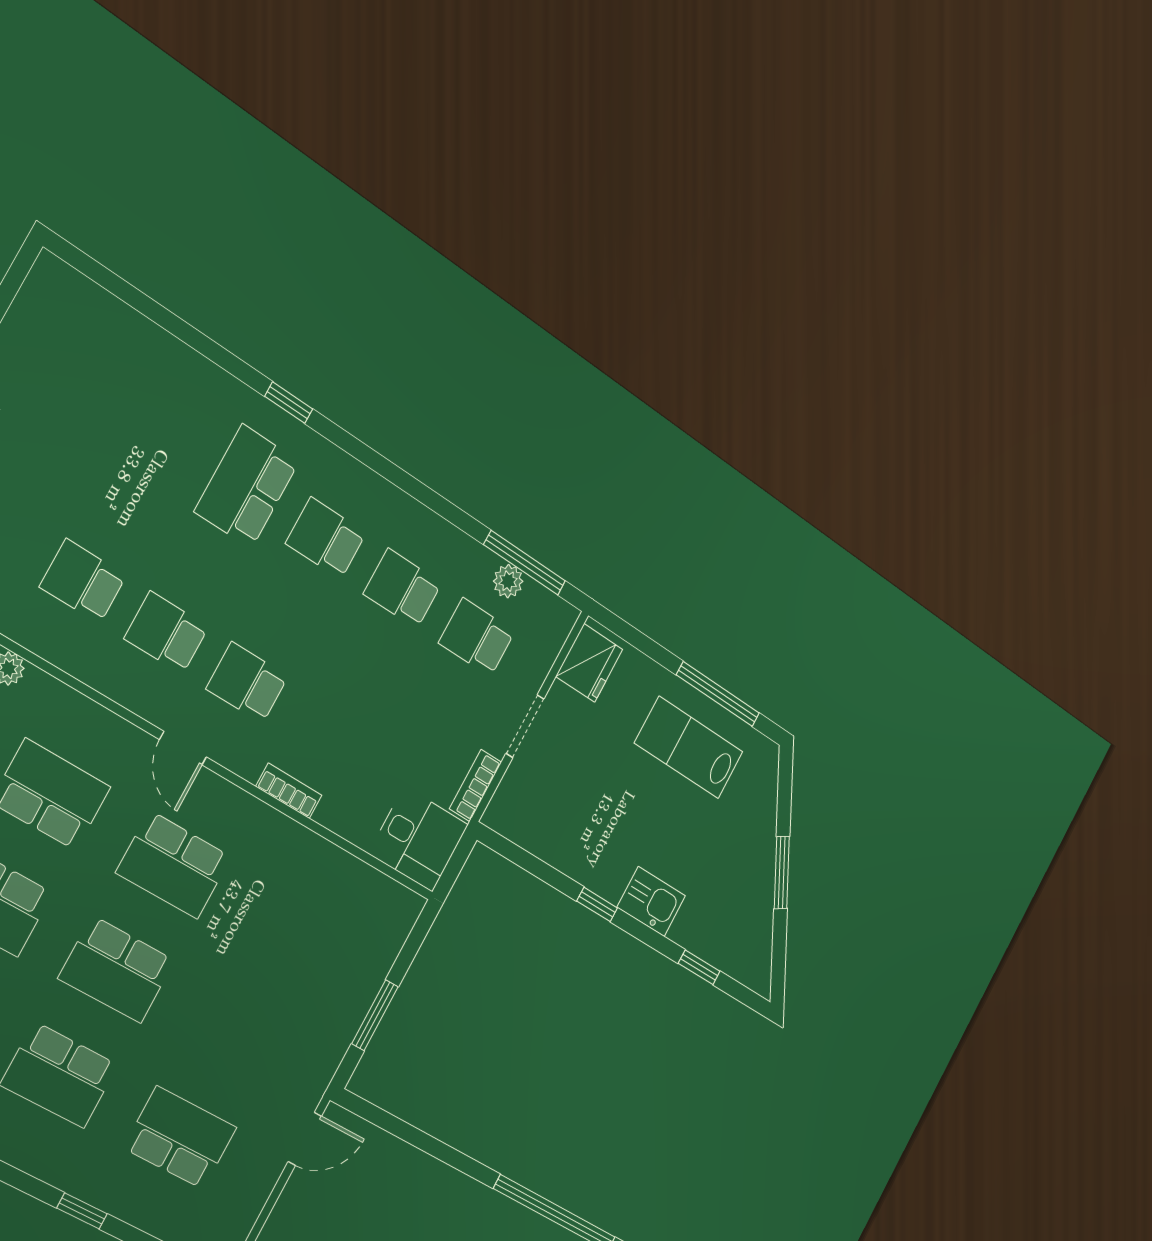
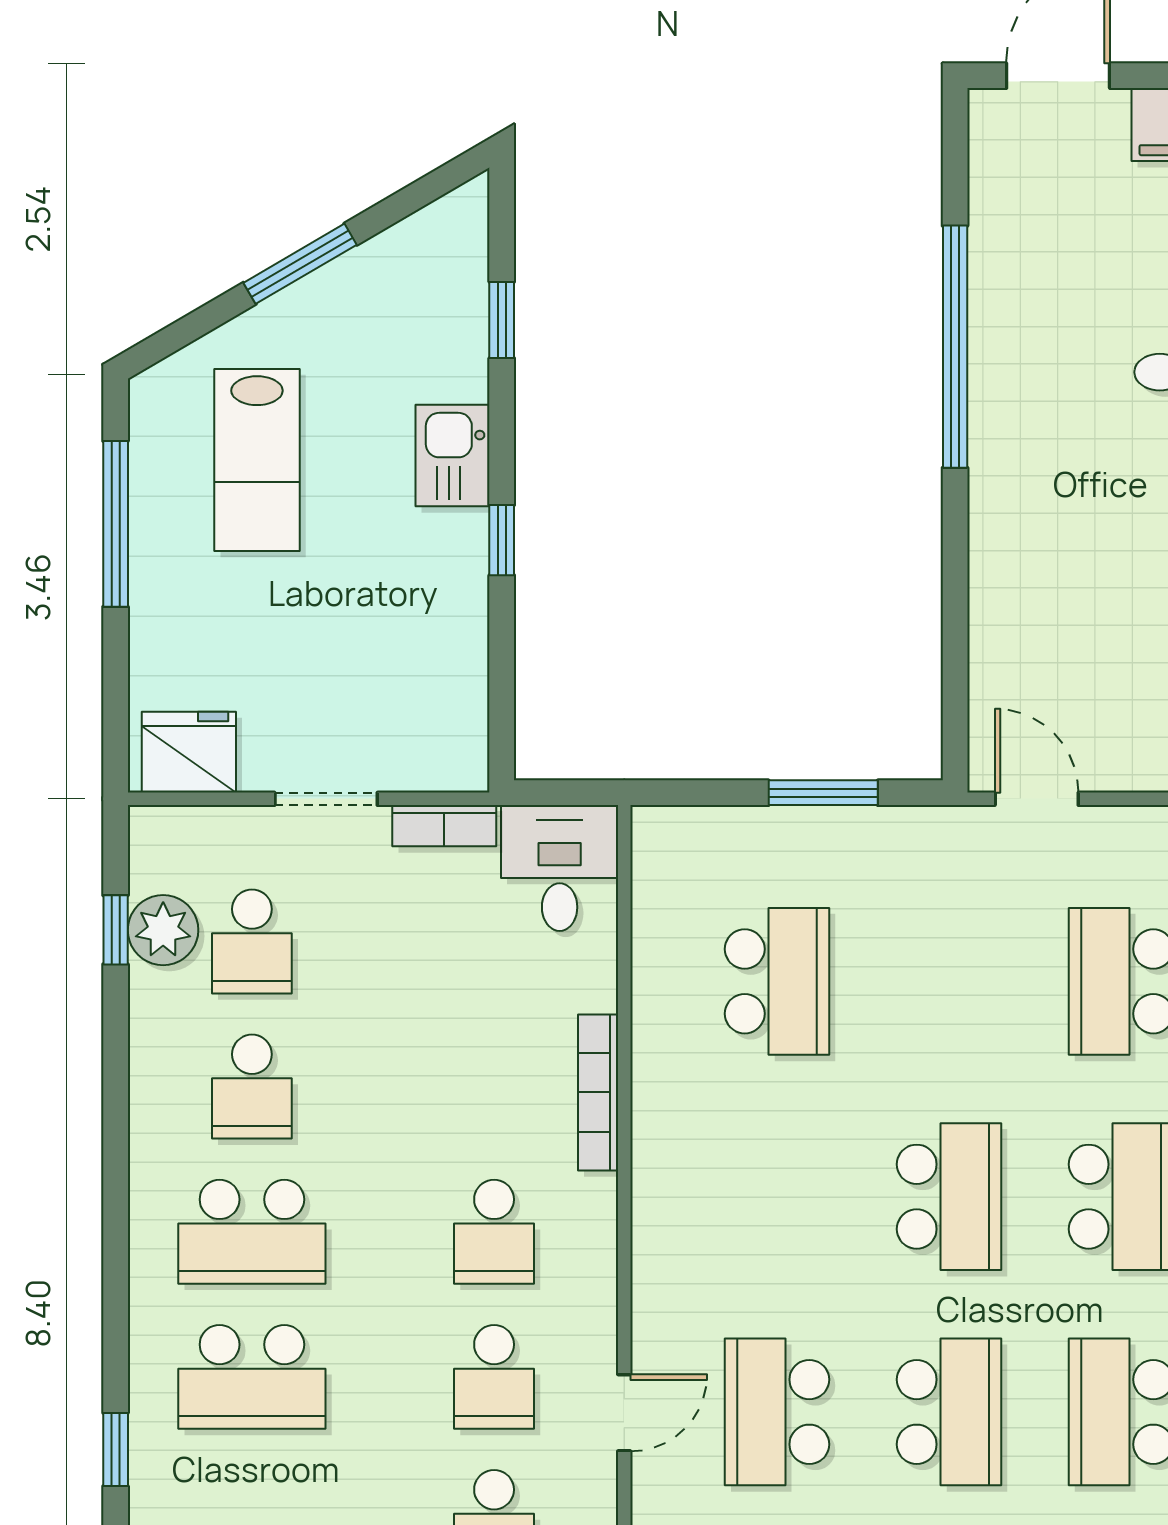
window: (289, 403) -> (116, 1450), moved
school desk: (326, 538) -> (252, 1232), width x1.85
window: (525, 563) -> (116, 930), width x0.46
plant: (508, 581) -> (163, 930), width x1.38, depth x1.38
lab bench: (689, 747) -> (257, 460), moved
door: (183, 748) -> (624, 1413), moved
bookcase: (289, 791) -> (598, 1092), width x1.56
school desk: (174, 865) -> (777, 981), moved

